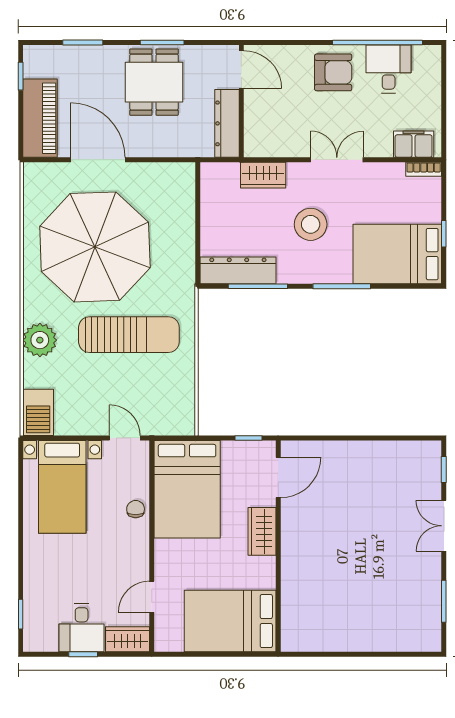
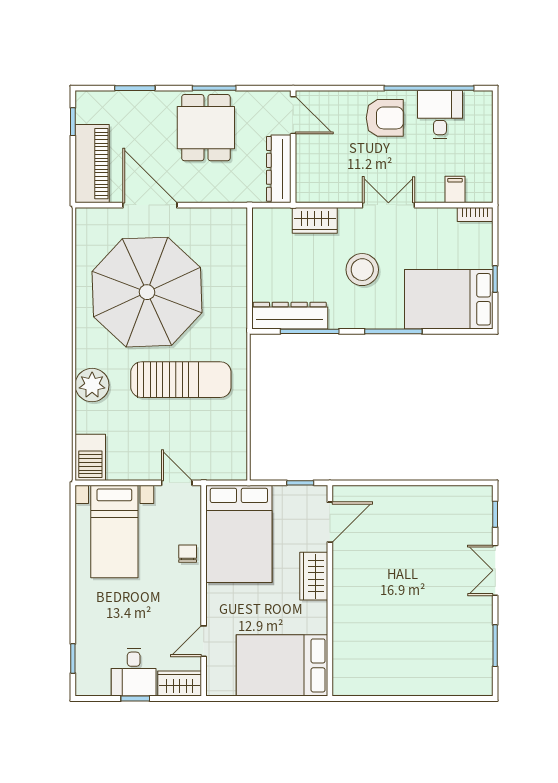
filing cabinet: (414, 144) -> (455, 190), width x0.50

